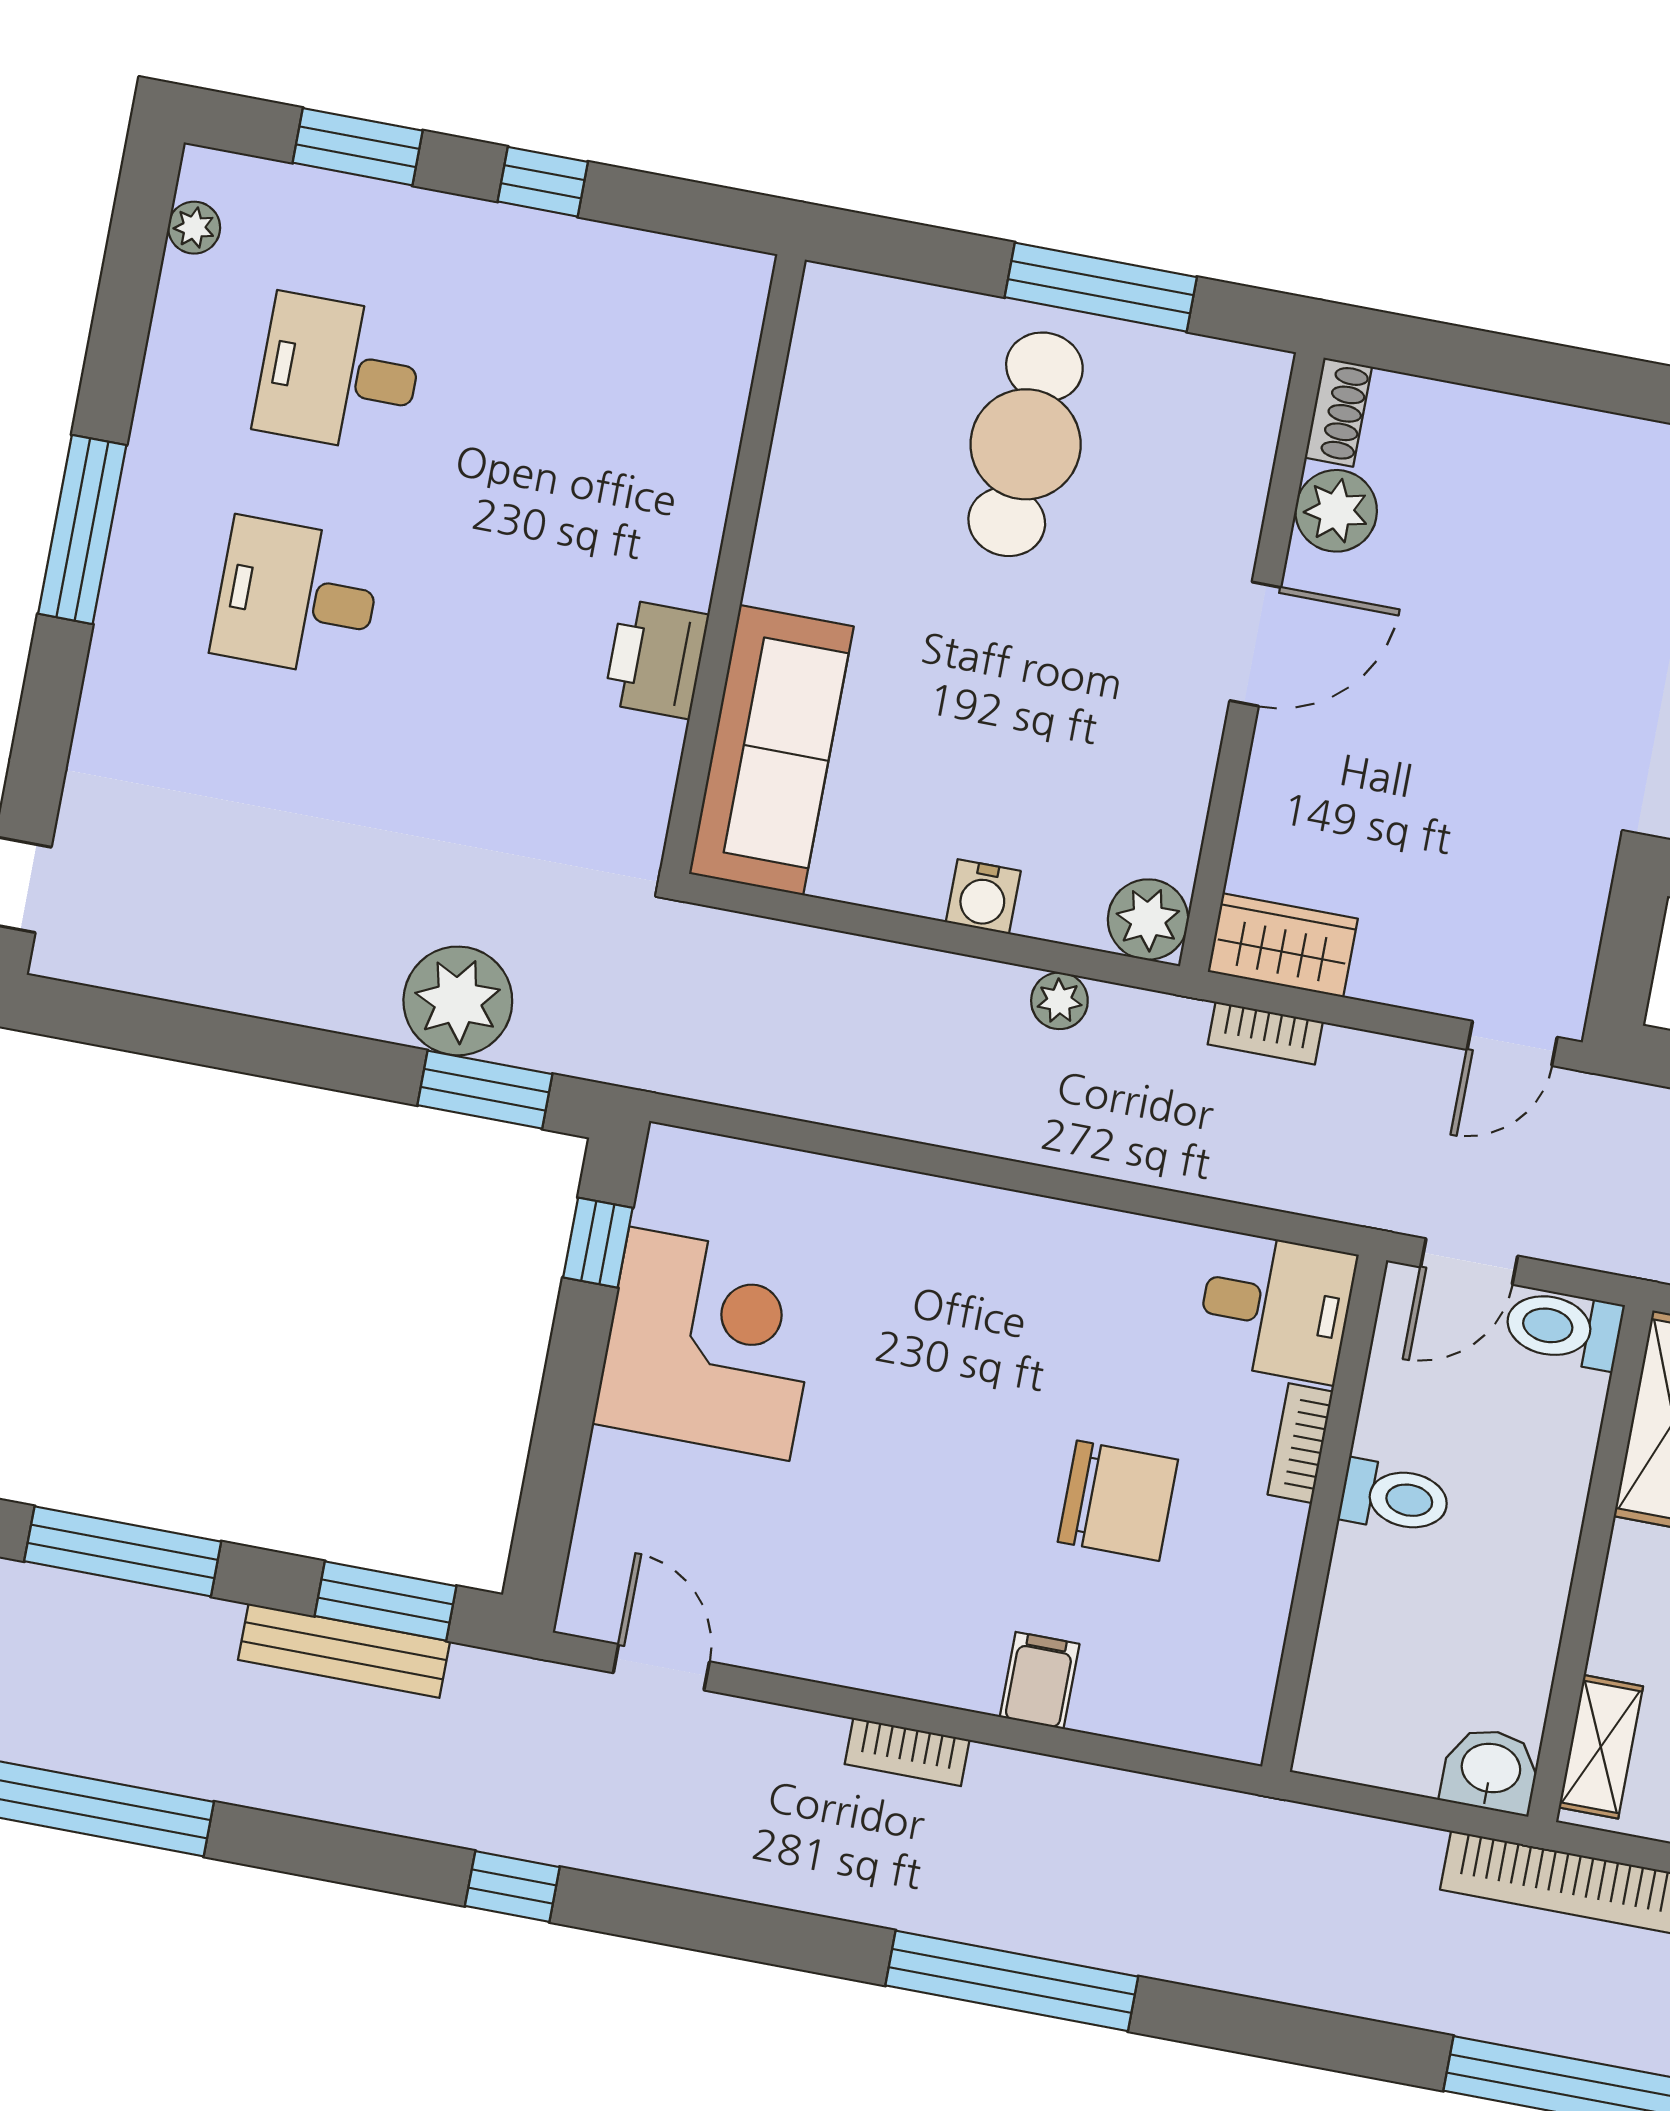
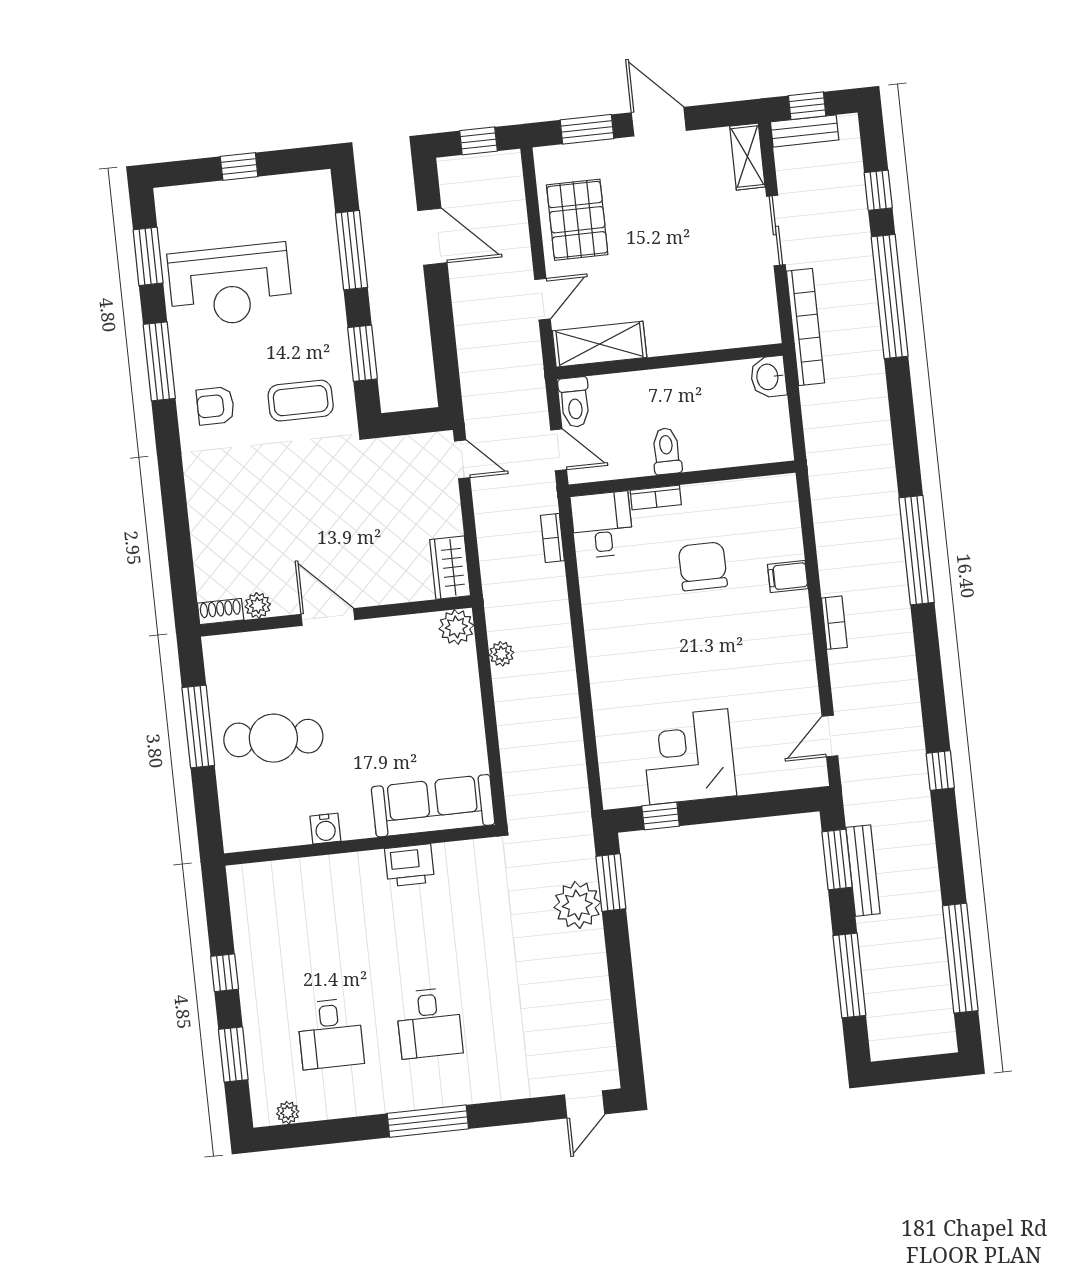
plant: (1336, 511) -> (258, 605), width x0.73, depth x0.73
water cooler: (983, 897) -> (325, 829), moved, turned 90
bookcase: (1265, 1033) -> (552, 538), moved, turned 180
shelving: (1601, 1747) -> (745, 334), removed

